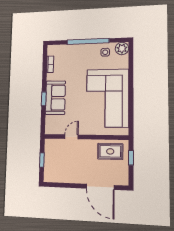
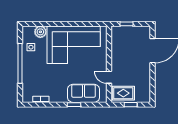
plant: (122, 48) -> (40, 32), moved
sofa: (55, 98) -> (83, 93), moved
rug: (110, 151) -> (123, 93), moved, turned 90

